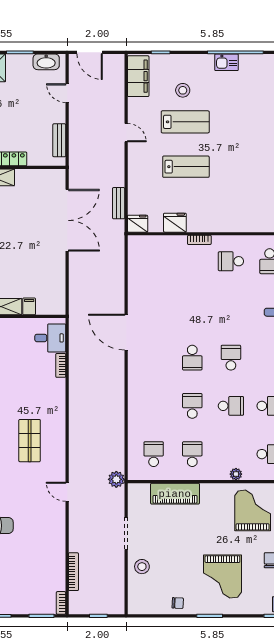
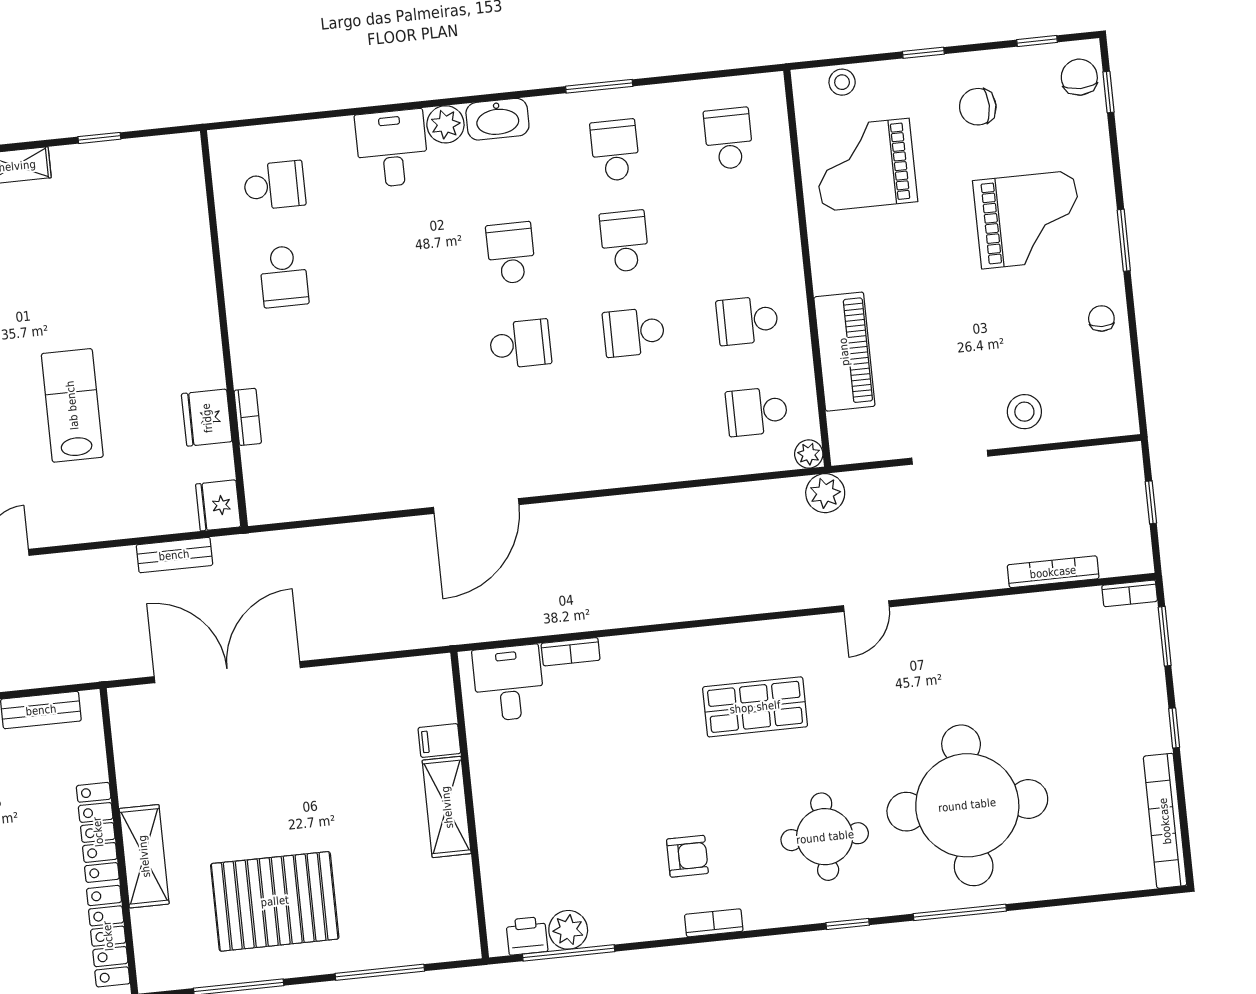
bookcase: (199, 240) -> (248, 417), moved
school desk: (231, 358) -> (511, 253), turned 90
plant: (236, 474) -> (809, 454), moved

